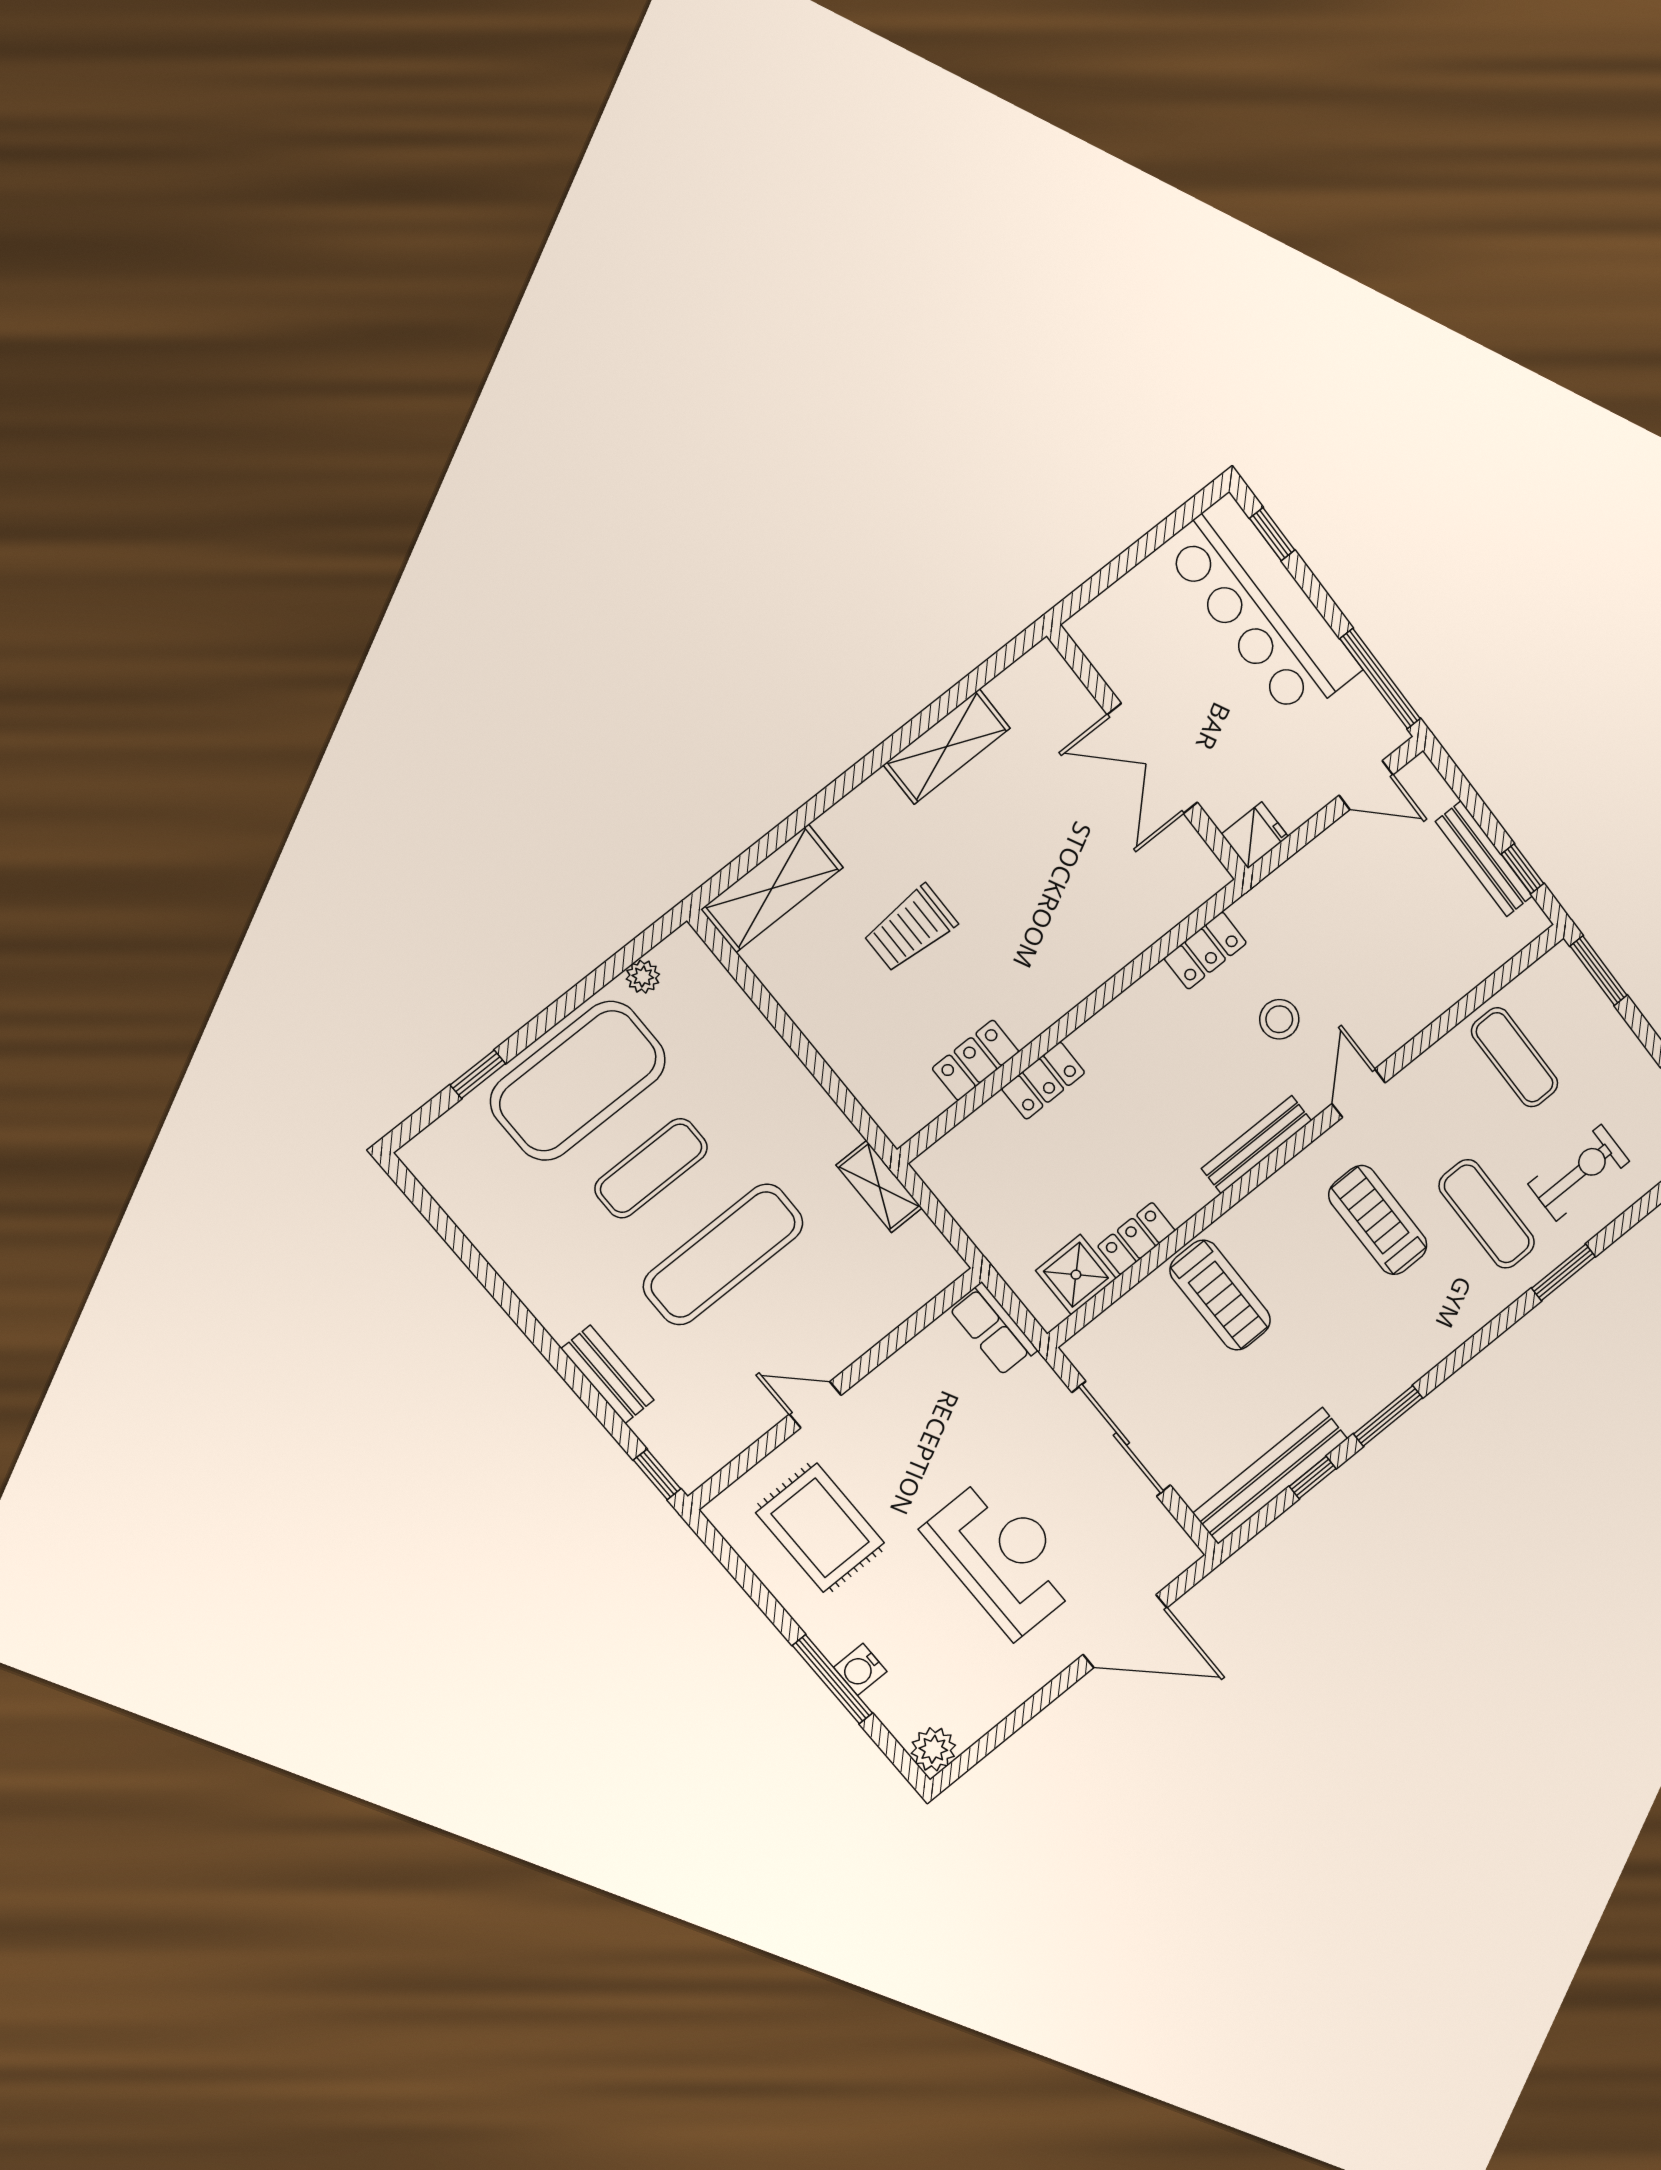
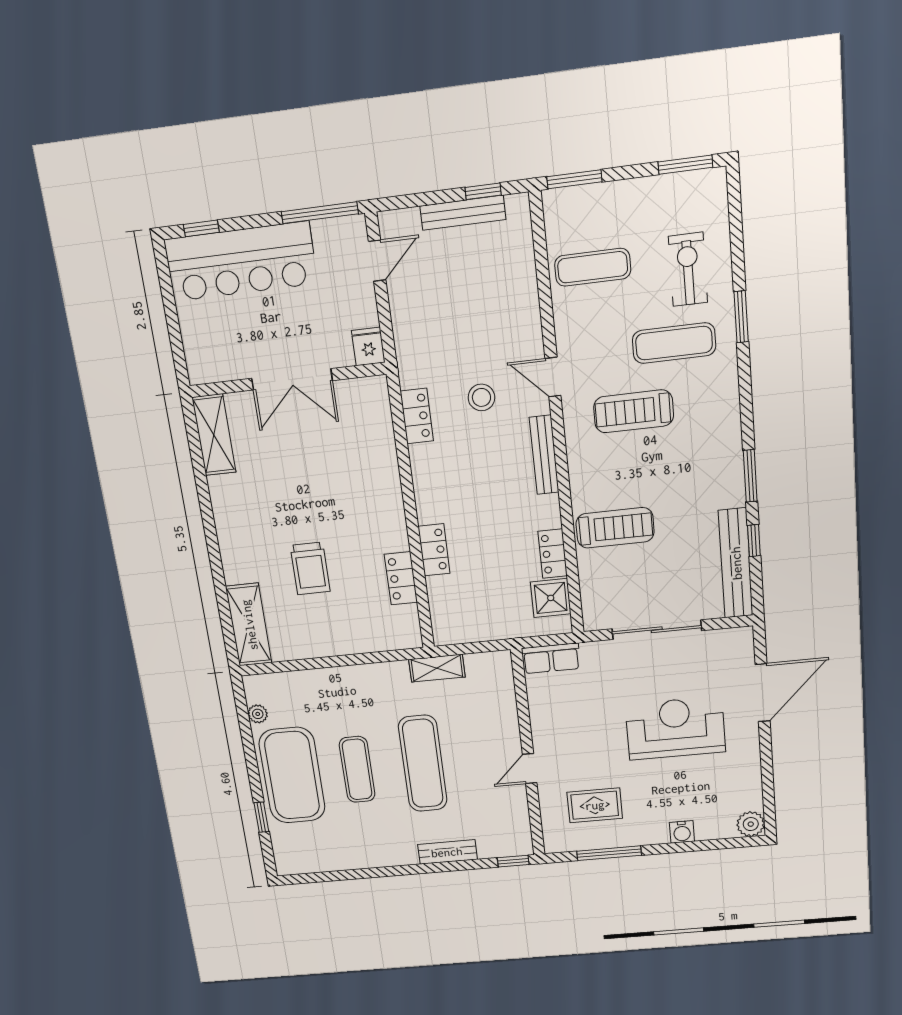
shelving: (947, 746) -> (214, 435), moved
rug: (820, 1528) -> (595, 805), width x0.73, depth x0.70
window: (833, 1679) -> (609, 853), moved

